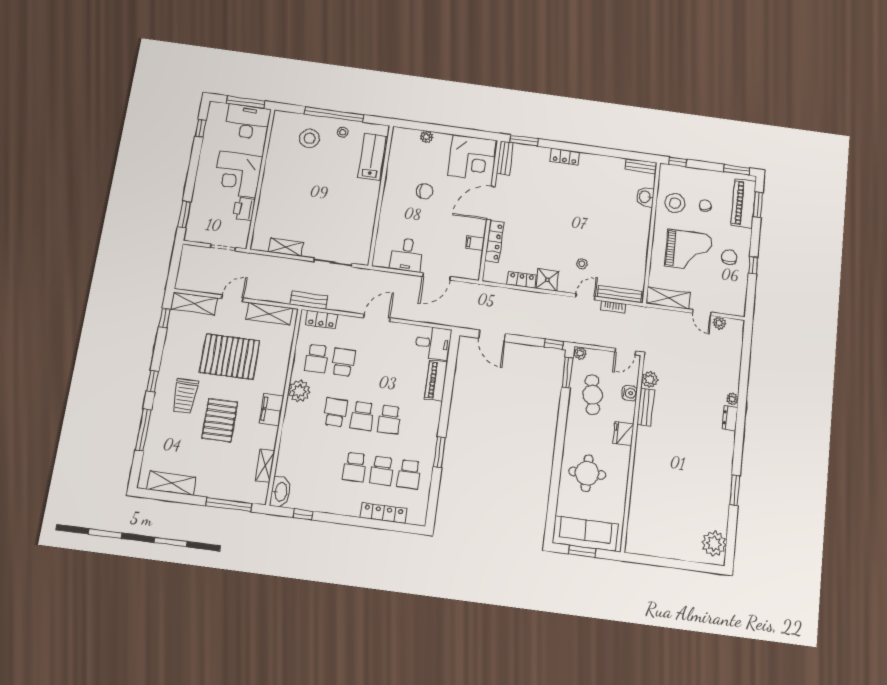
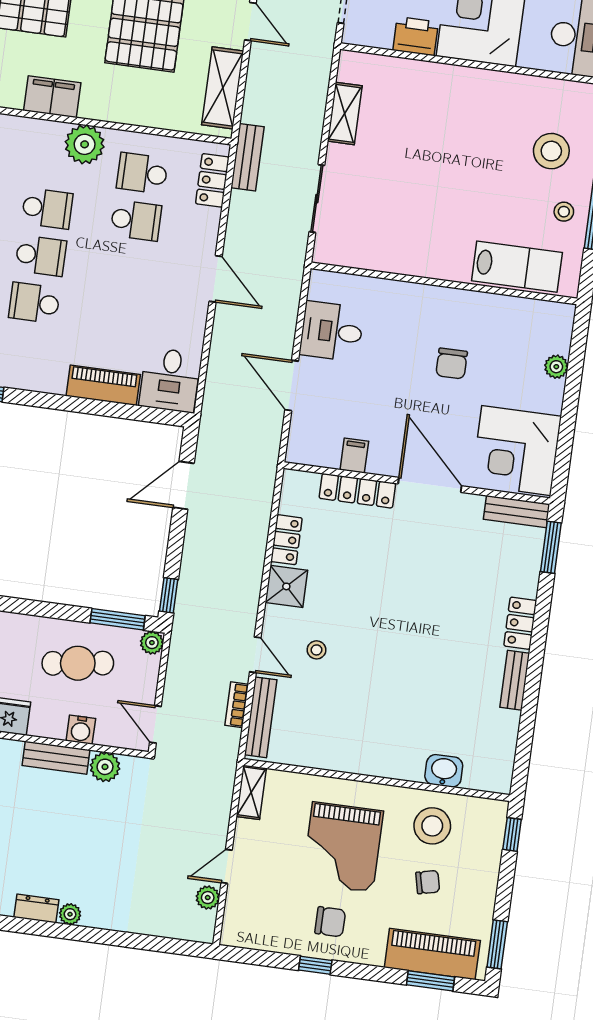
bench: (641, 166) -> (515, 680), moved
shelving: (668, 298) -> (251, 792), width x0.67, depth x0.75
school desk: (362, 416) -> (41, 256), turned 180

